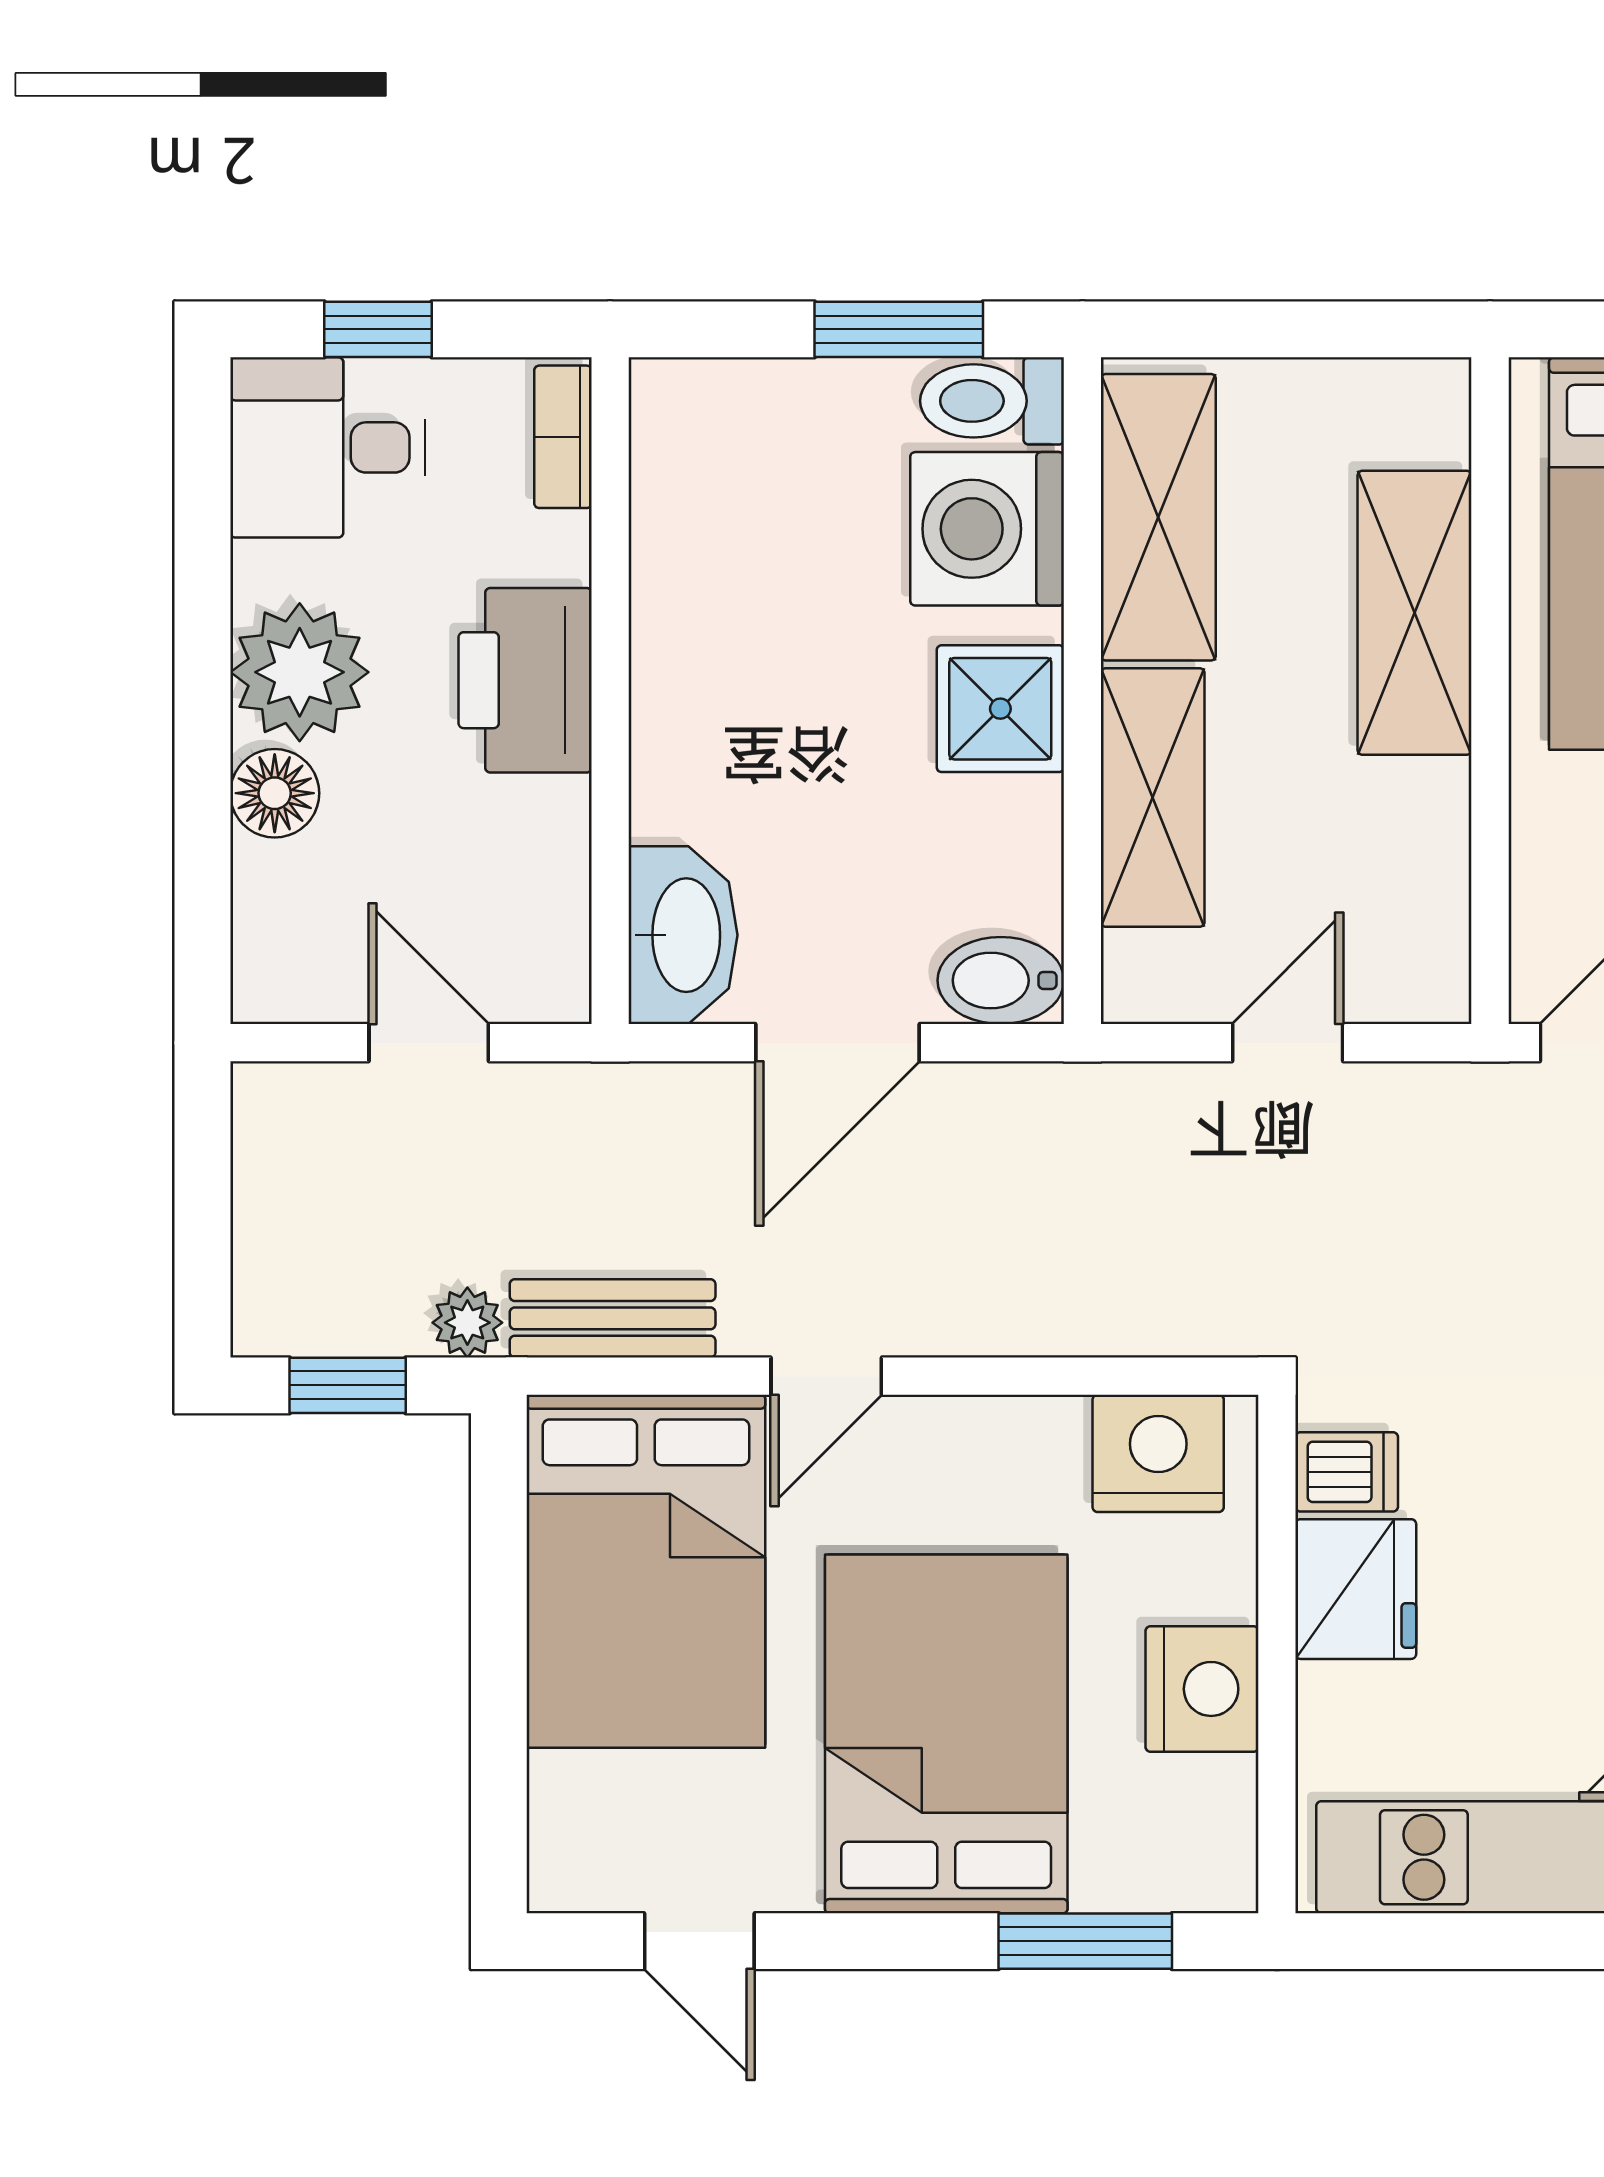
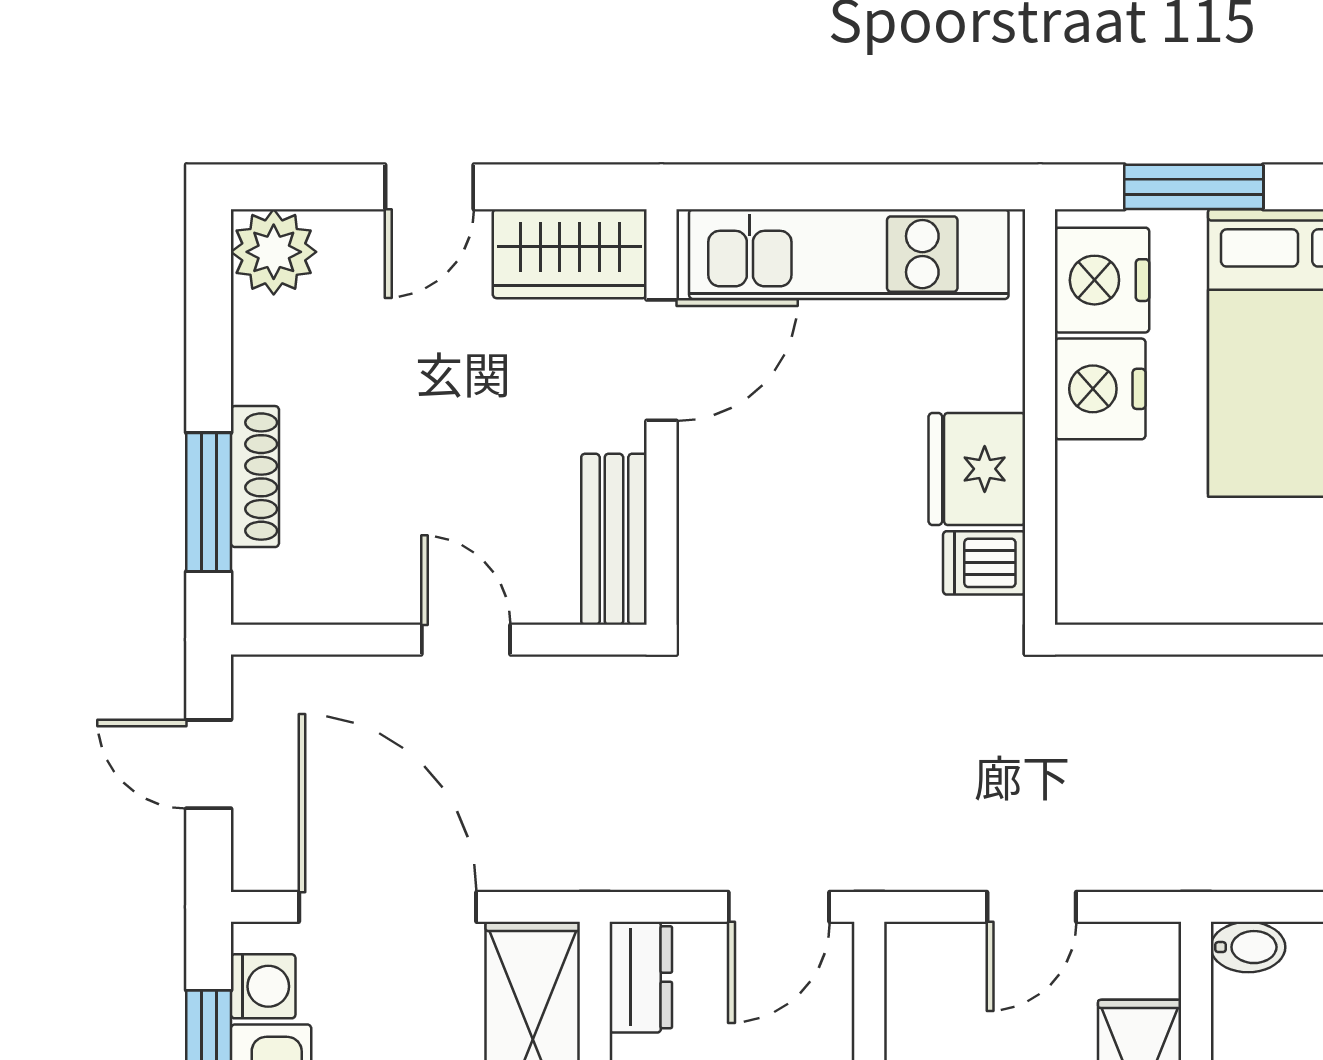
bidet: (1001, 980) -> (1248, 947), width x0.72, depth x0.74
nightstand: (1158, 1453) -> (1102, 280), moved, turned 90

